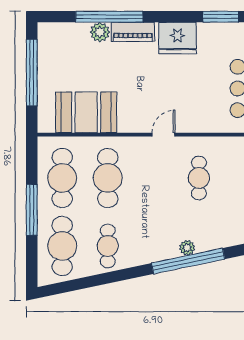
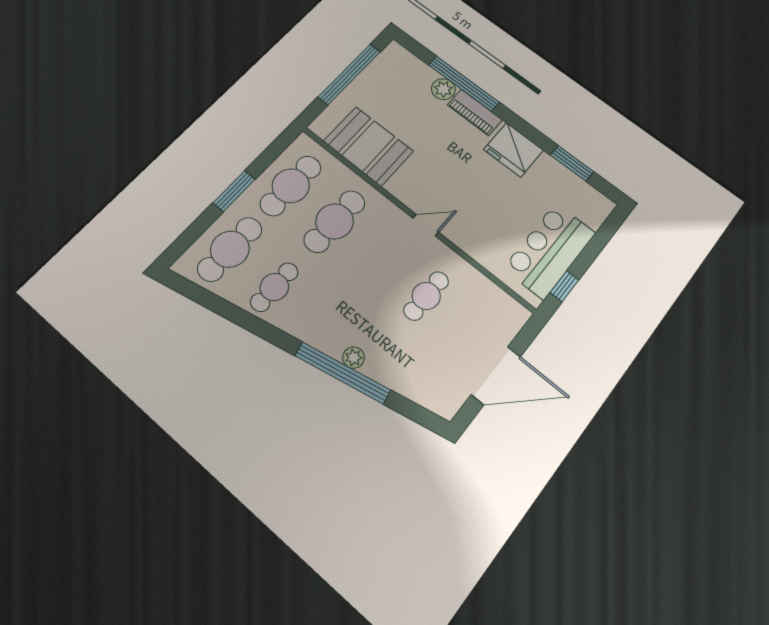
window: (32, 210) -> (234, 191), width x0.69

